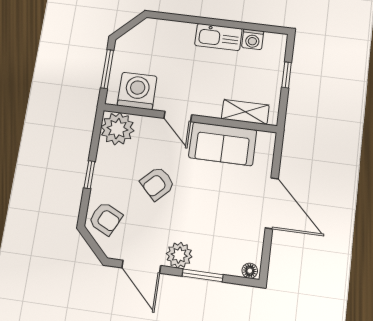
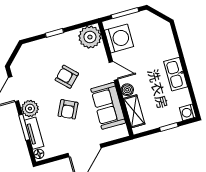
washing machine: (253, 39) -> (188, 112), moved
boiler: (212, 109) -> (127, 90), added
door: (178, 117) -> (113, 71), swing flipped
armchair: (106, 219) -> (68, 109), moved
tv unit: (217, 265) -> (34, 133), added

